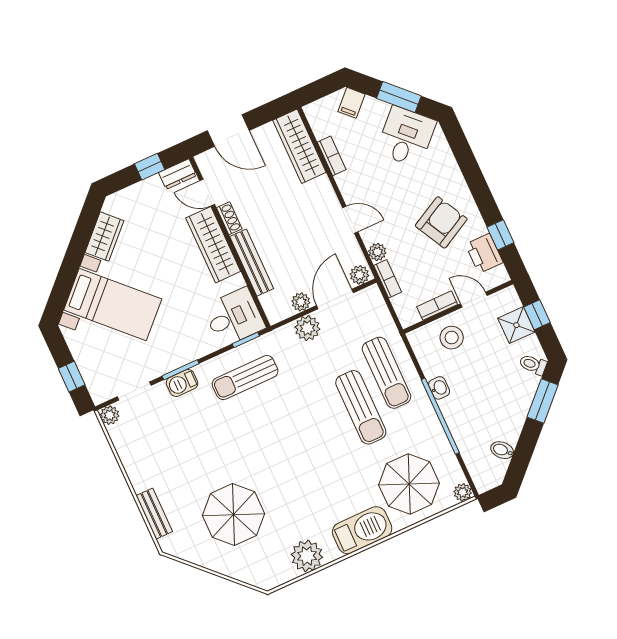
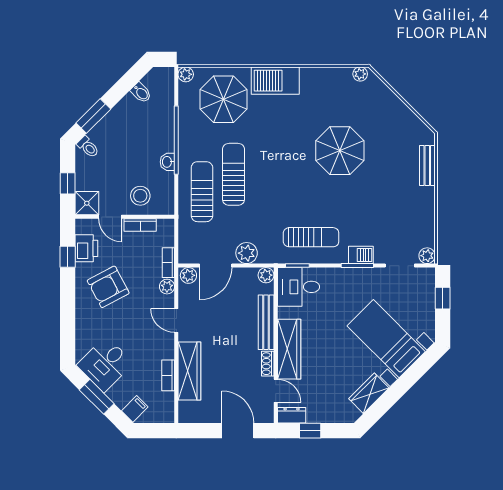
wardrobe: (299, 146) -> (189, 371), moved
plant: (301, 302) -> (266, 275), moved
shower: (516, 325) -> (87, 203), moved
parasol: (233, 515) -> (340, 151), moved
plant: (307, 556) -> (360, 74), moved, width x0.53, depth x0.53

